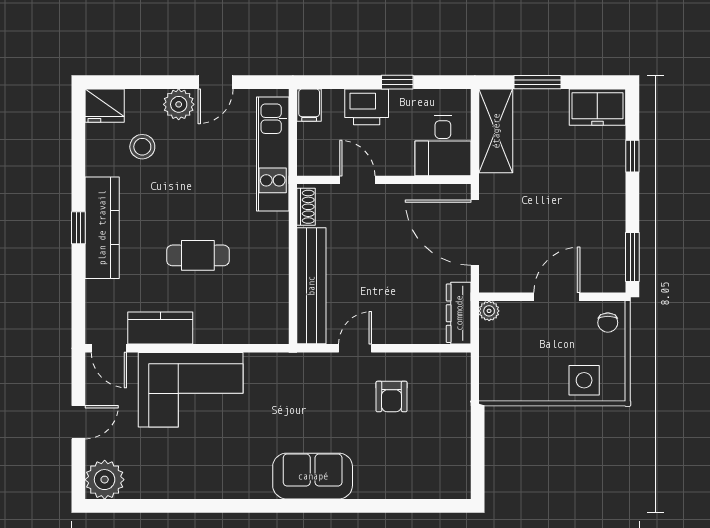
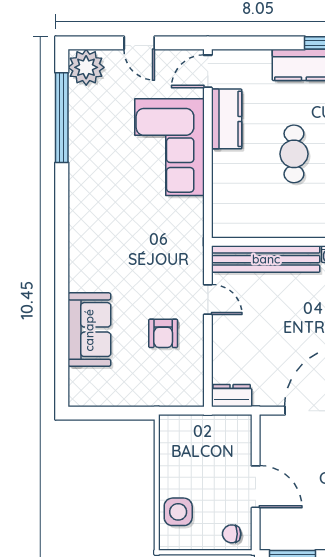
plant: (489, 311) -> (242, 424), removed
dresser: (459, 313) -> (232, 396), width x0.70
armchair: (392, 396) -> (163, 333), turned -90
sofa: (313, 476) -> (89, 330), moved
window: (159, 506) -> (62, 118), added

